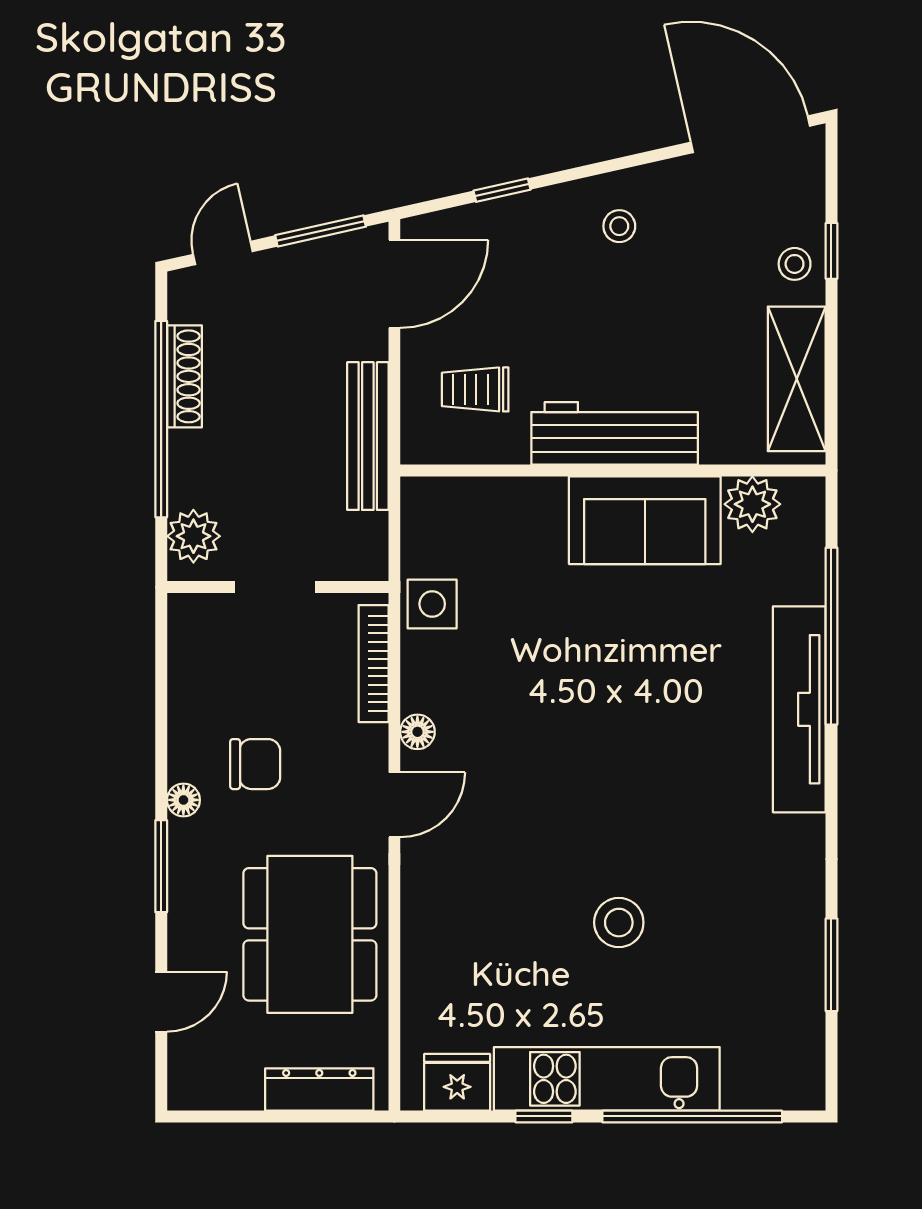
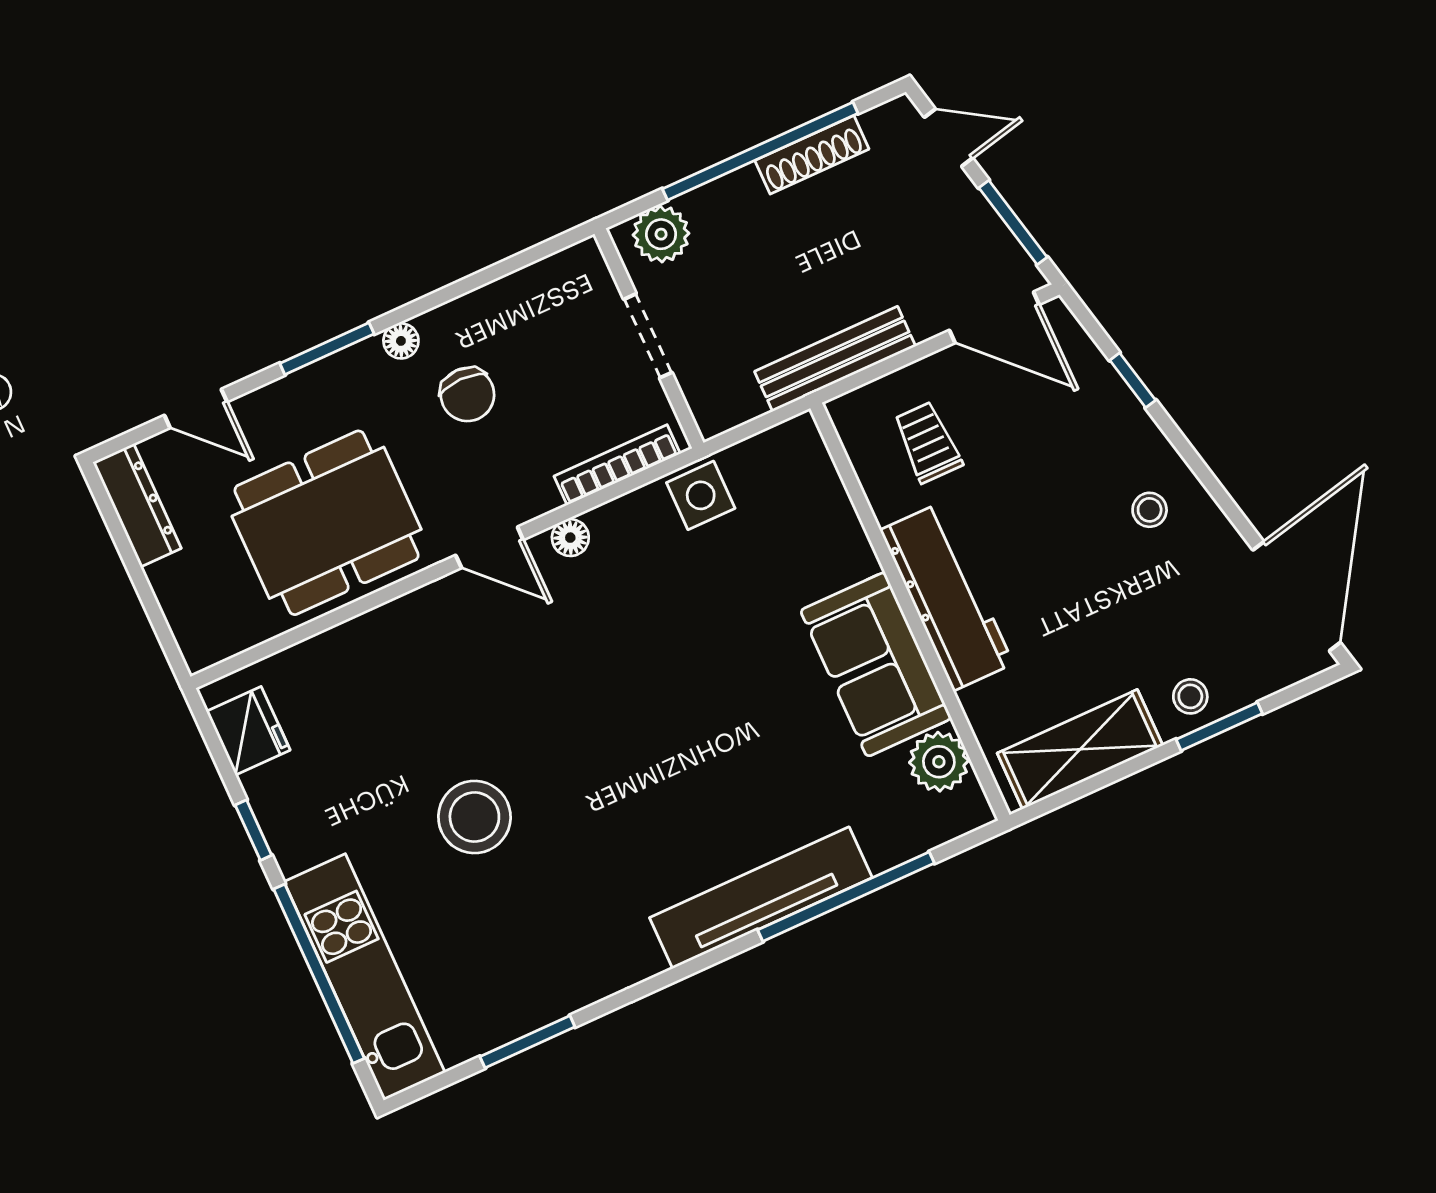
window: (831, 251) -> (1219, 726), width x1.50
stool: (619, 923) -> (474, 817), width x1.38, depth x1.38
kitchen unit: (607, 1079) -> (364, 977), moved
dresser: (319, 1089) -> (137, 505), moved

